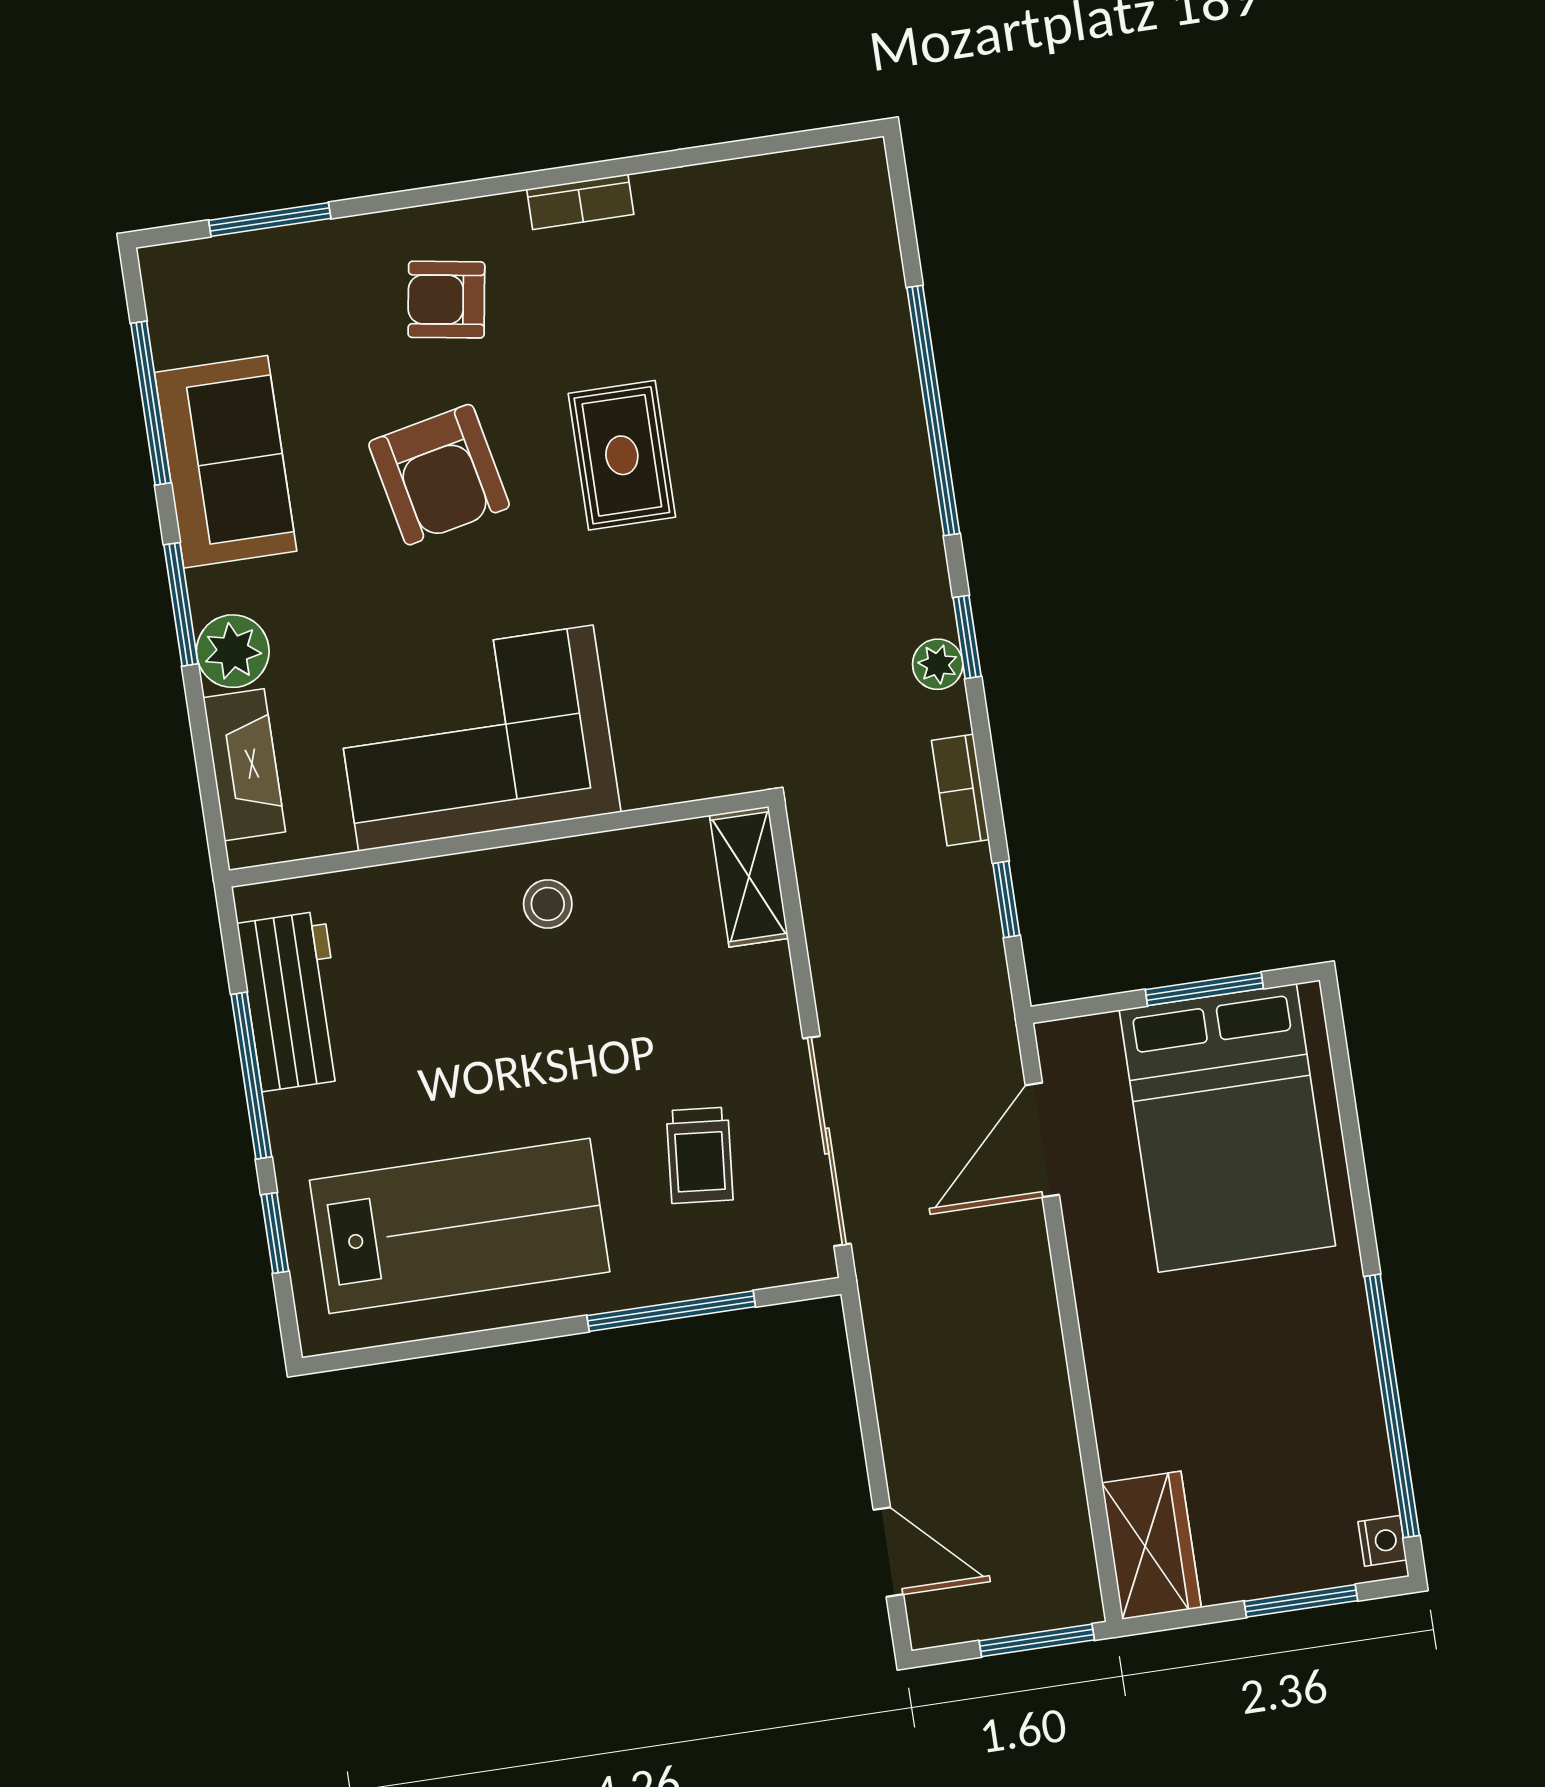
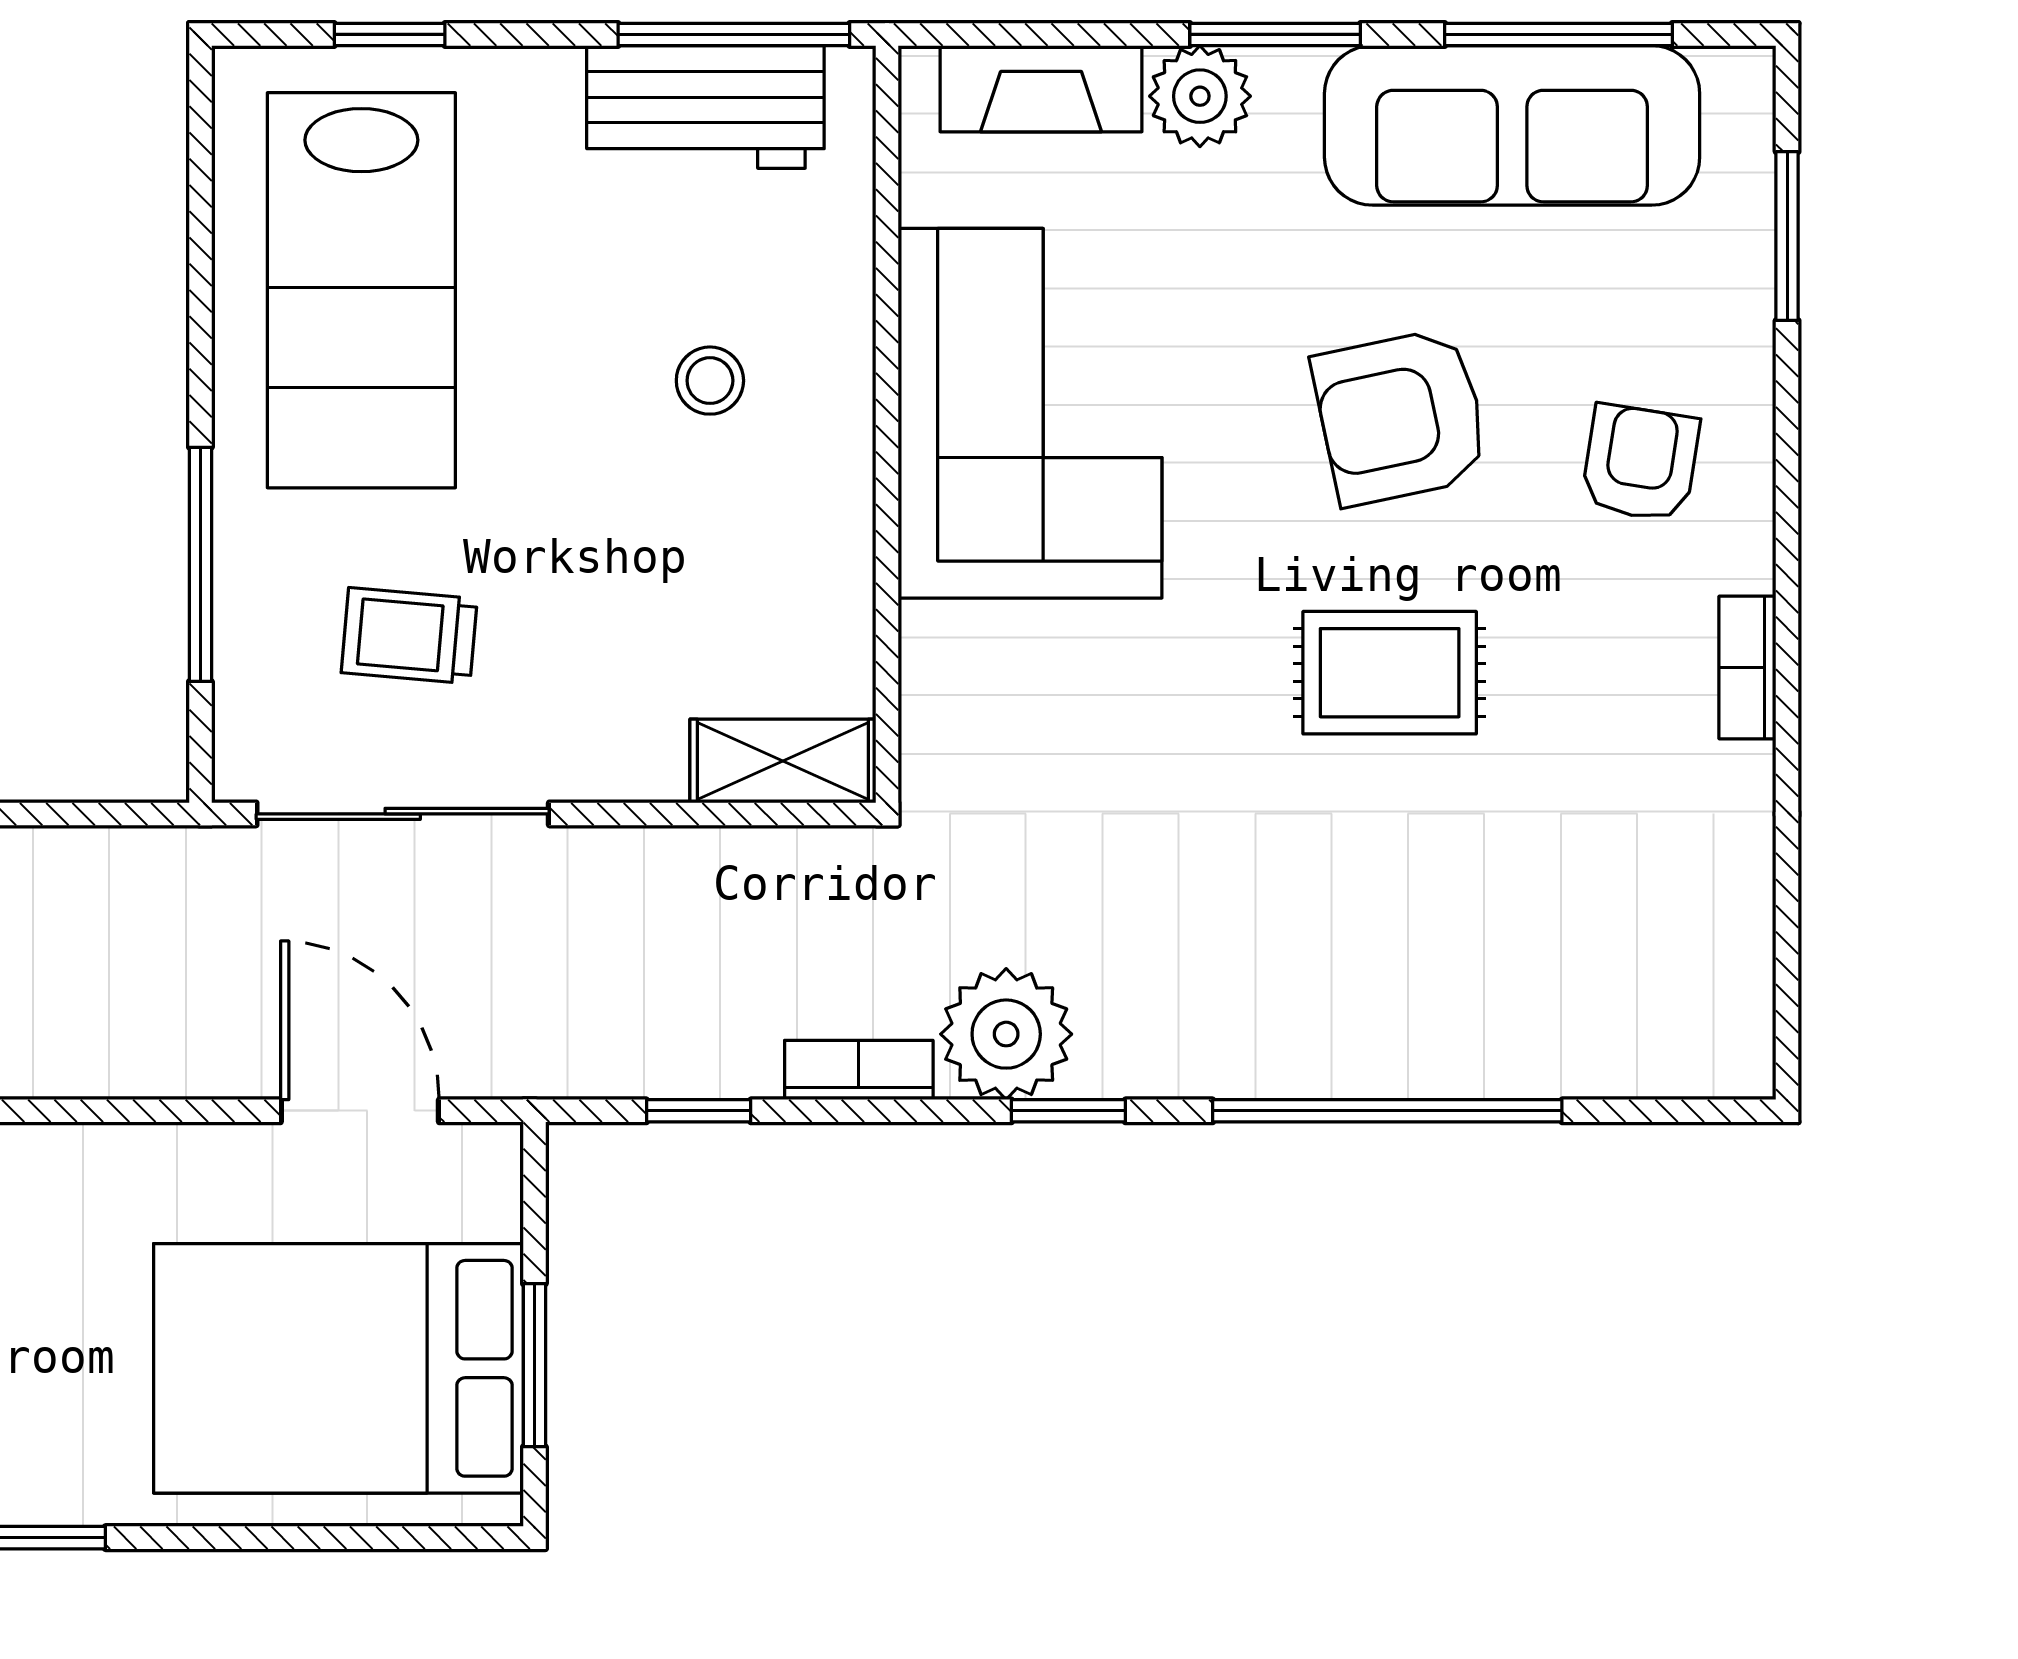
sofa: (226, 462) -> (1512, 125), width x1.36
plant: (938, 664) -> (1006, 1034), width x1.87, depth x1.87
stool: (548, 904) -> (710, 381), moved
window: (251, 1076) -> (734, 34), moved

